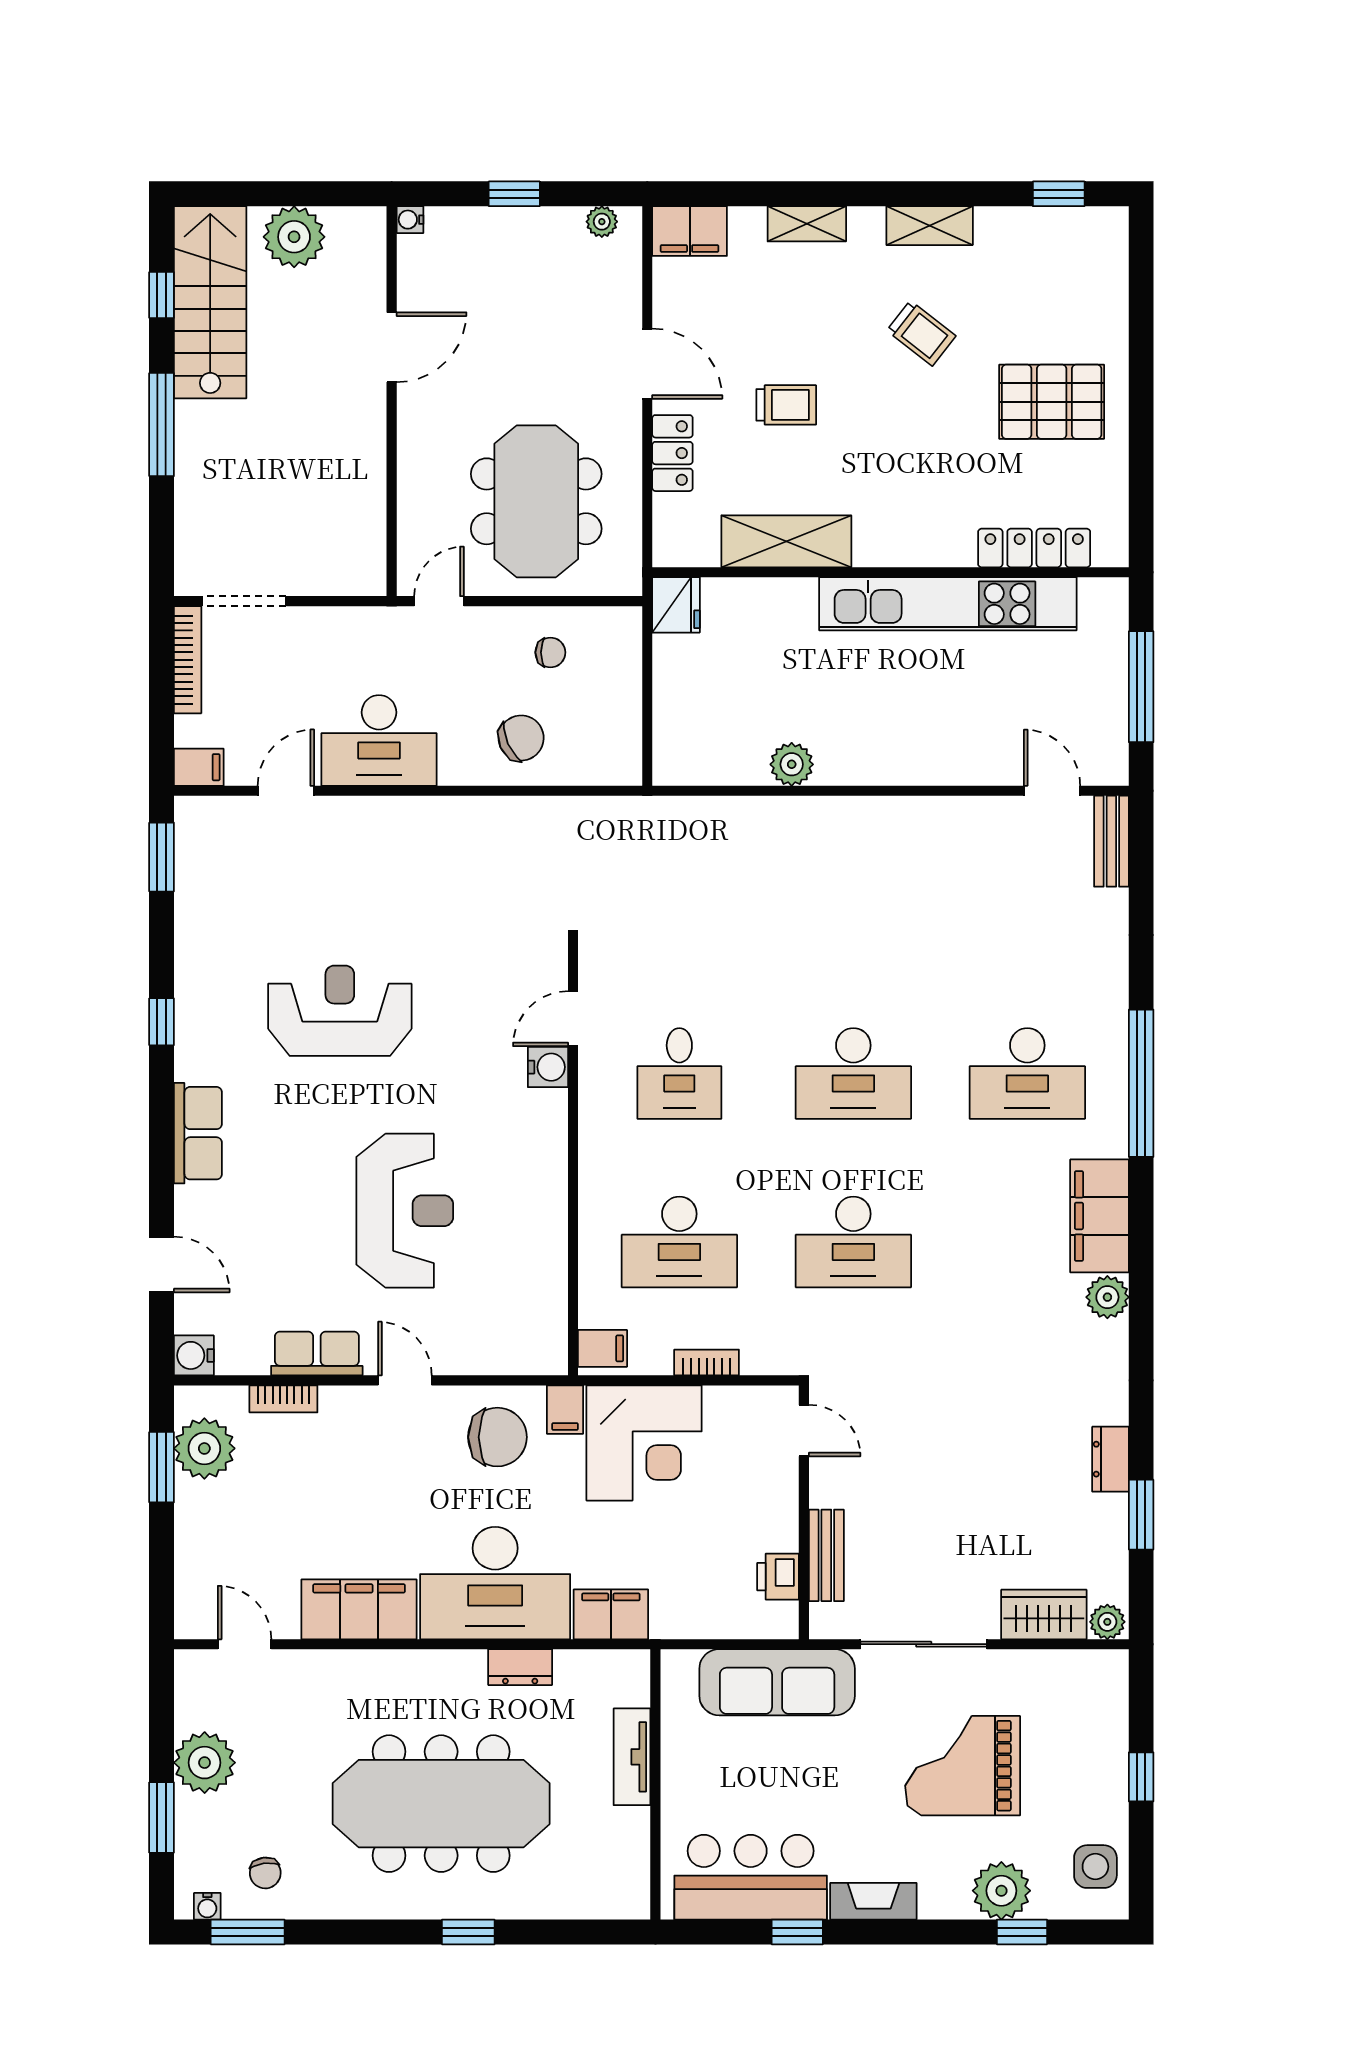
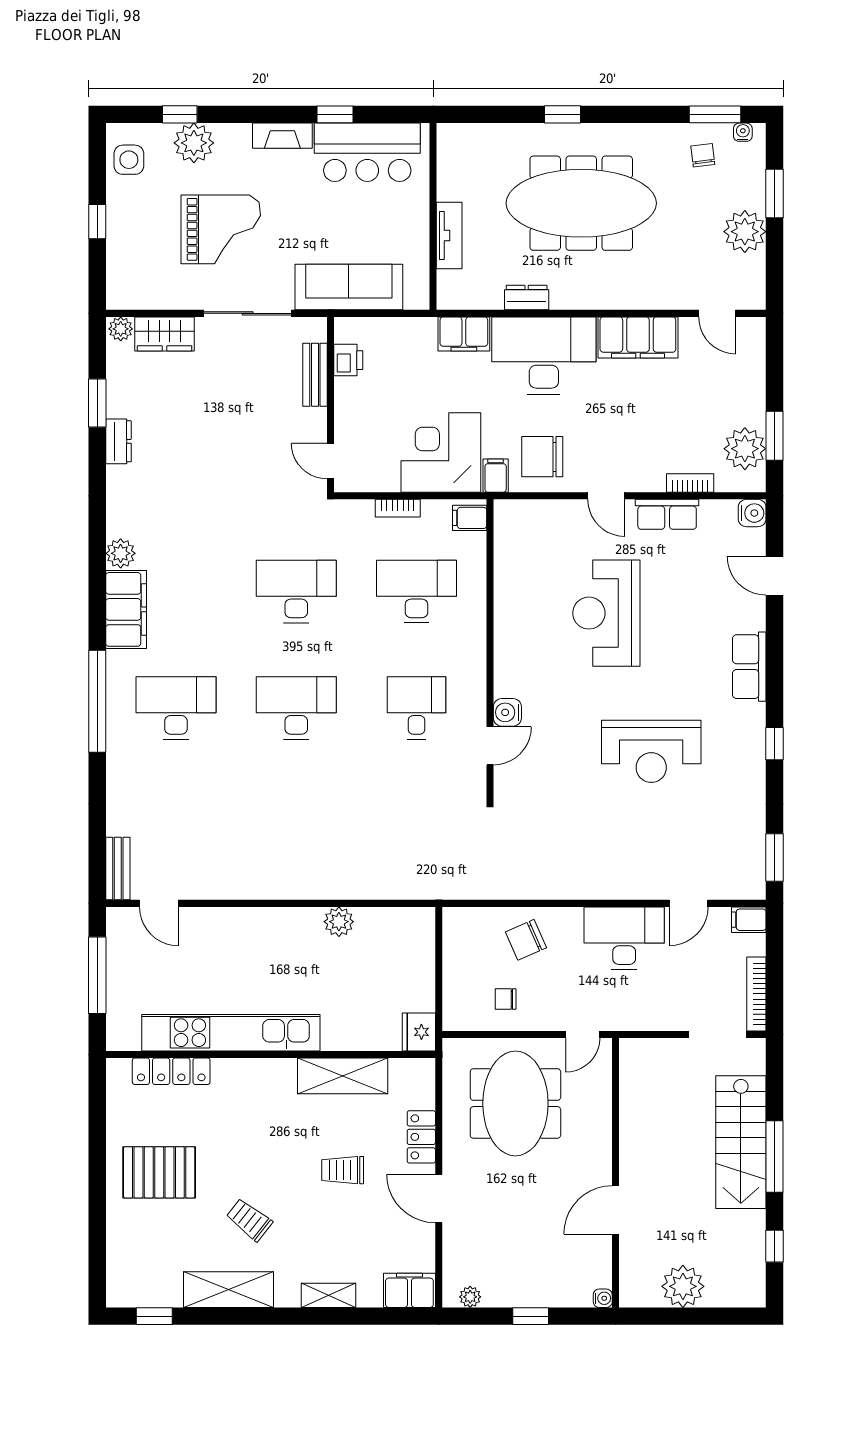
shelving: (930, 226) -> (229, 1290), width x1.50, depth x1.33
stairs: (210, 302) -> (741, 1142), moved

